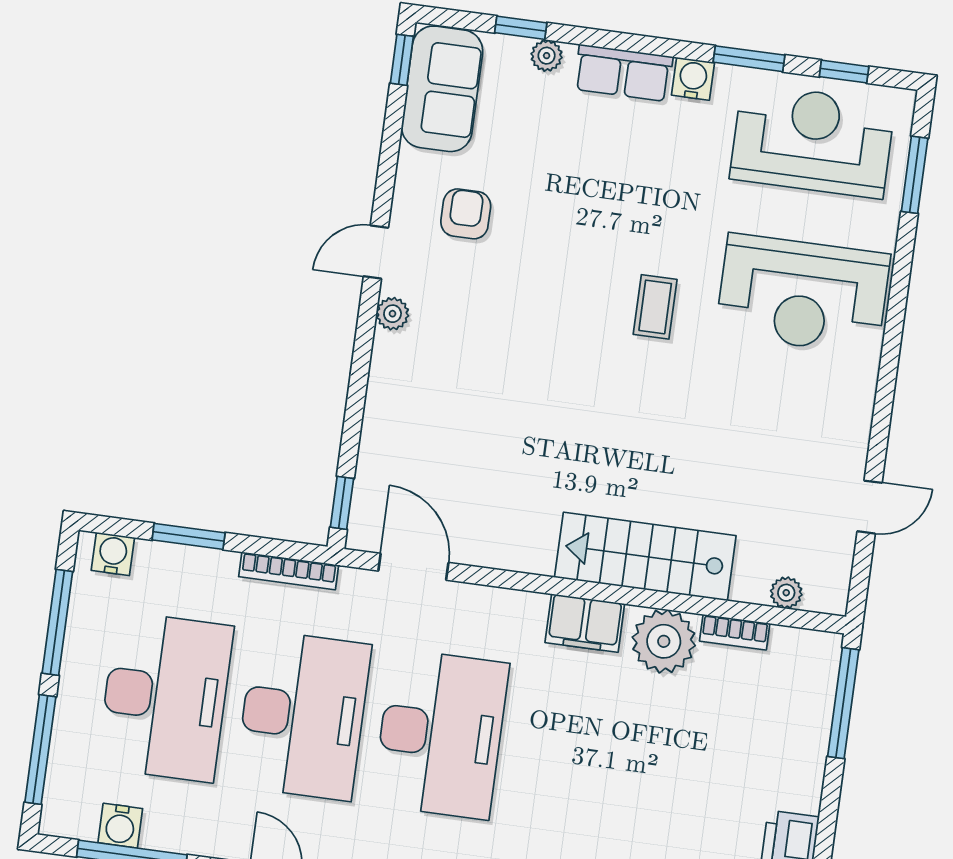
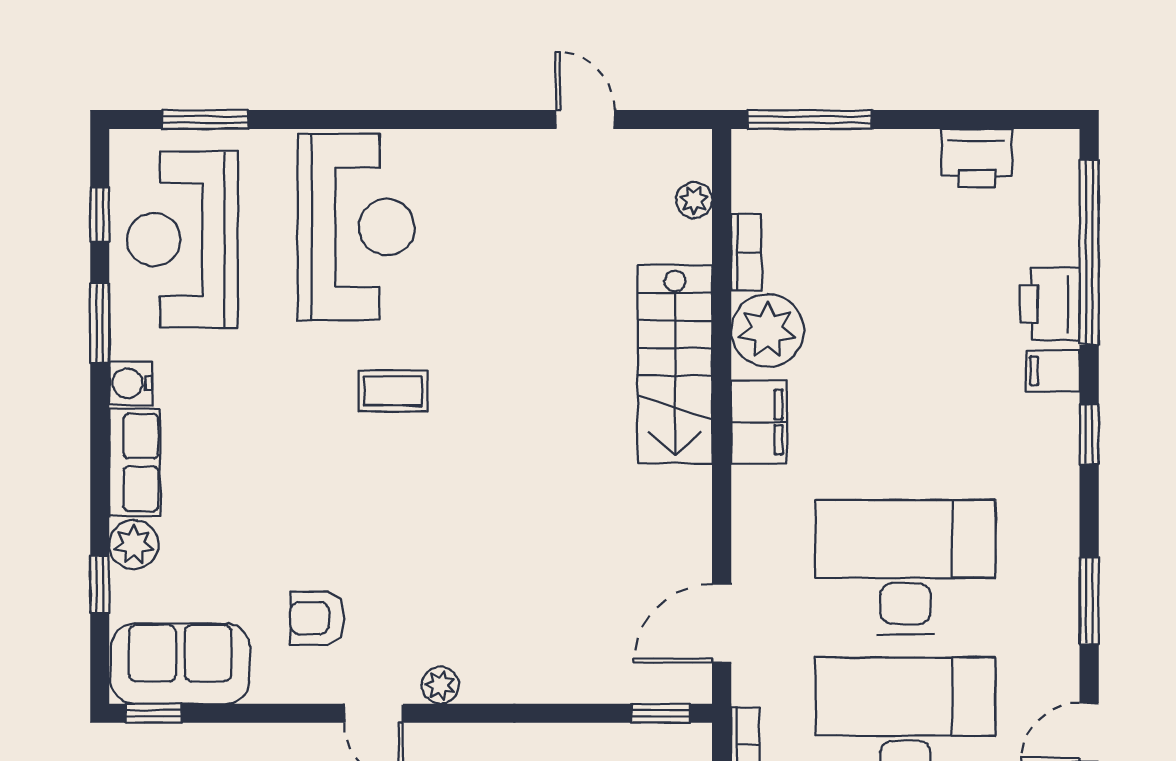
plant: (547, 56) -> (134, 545), width x1.38, depth x1.38

